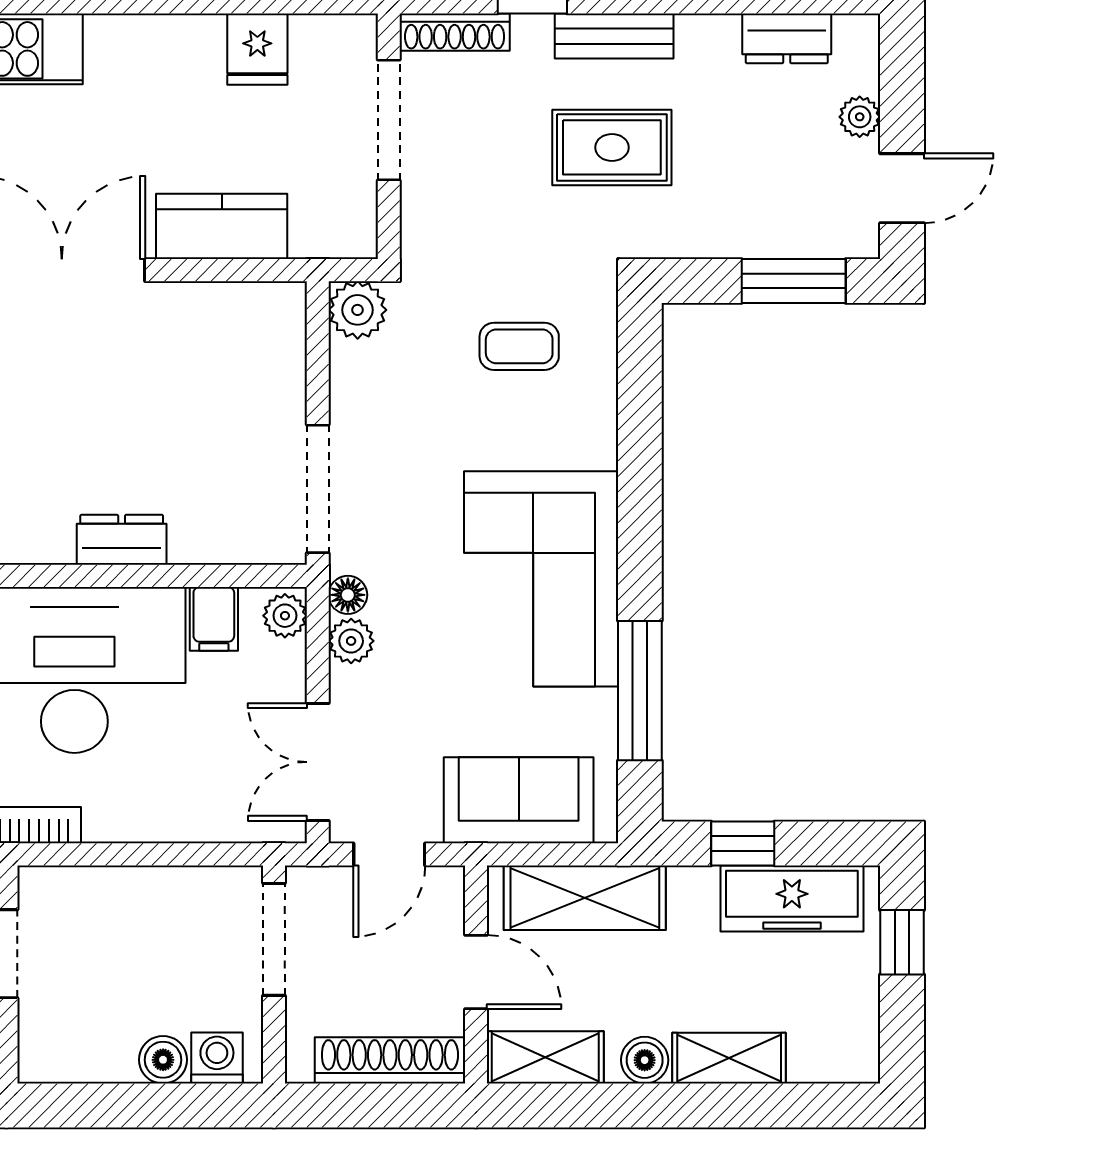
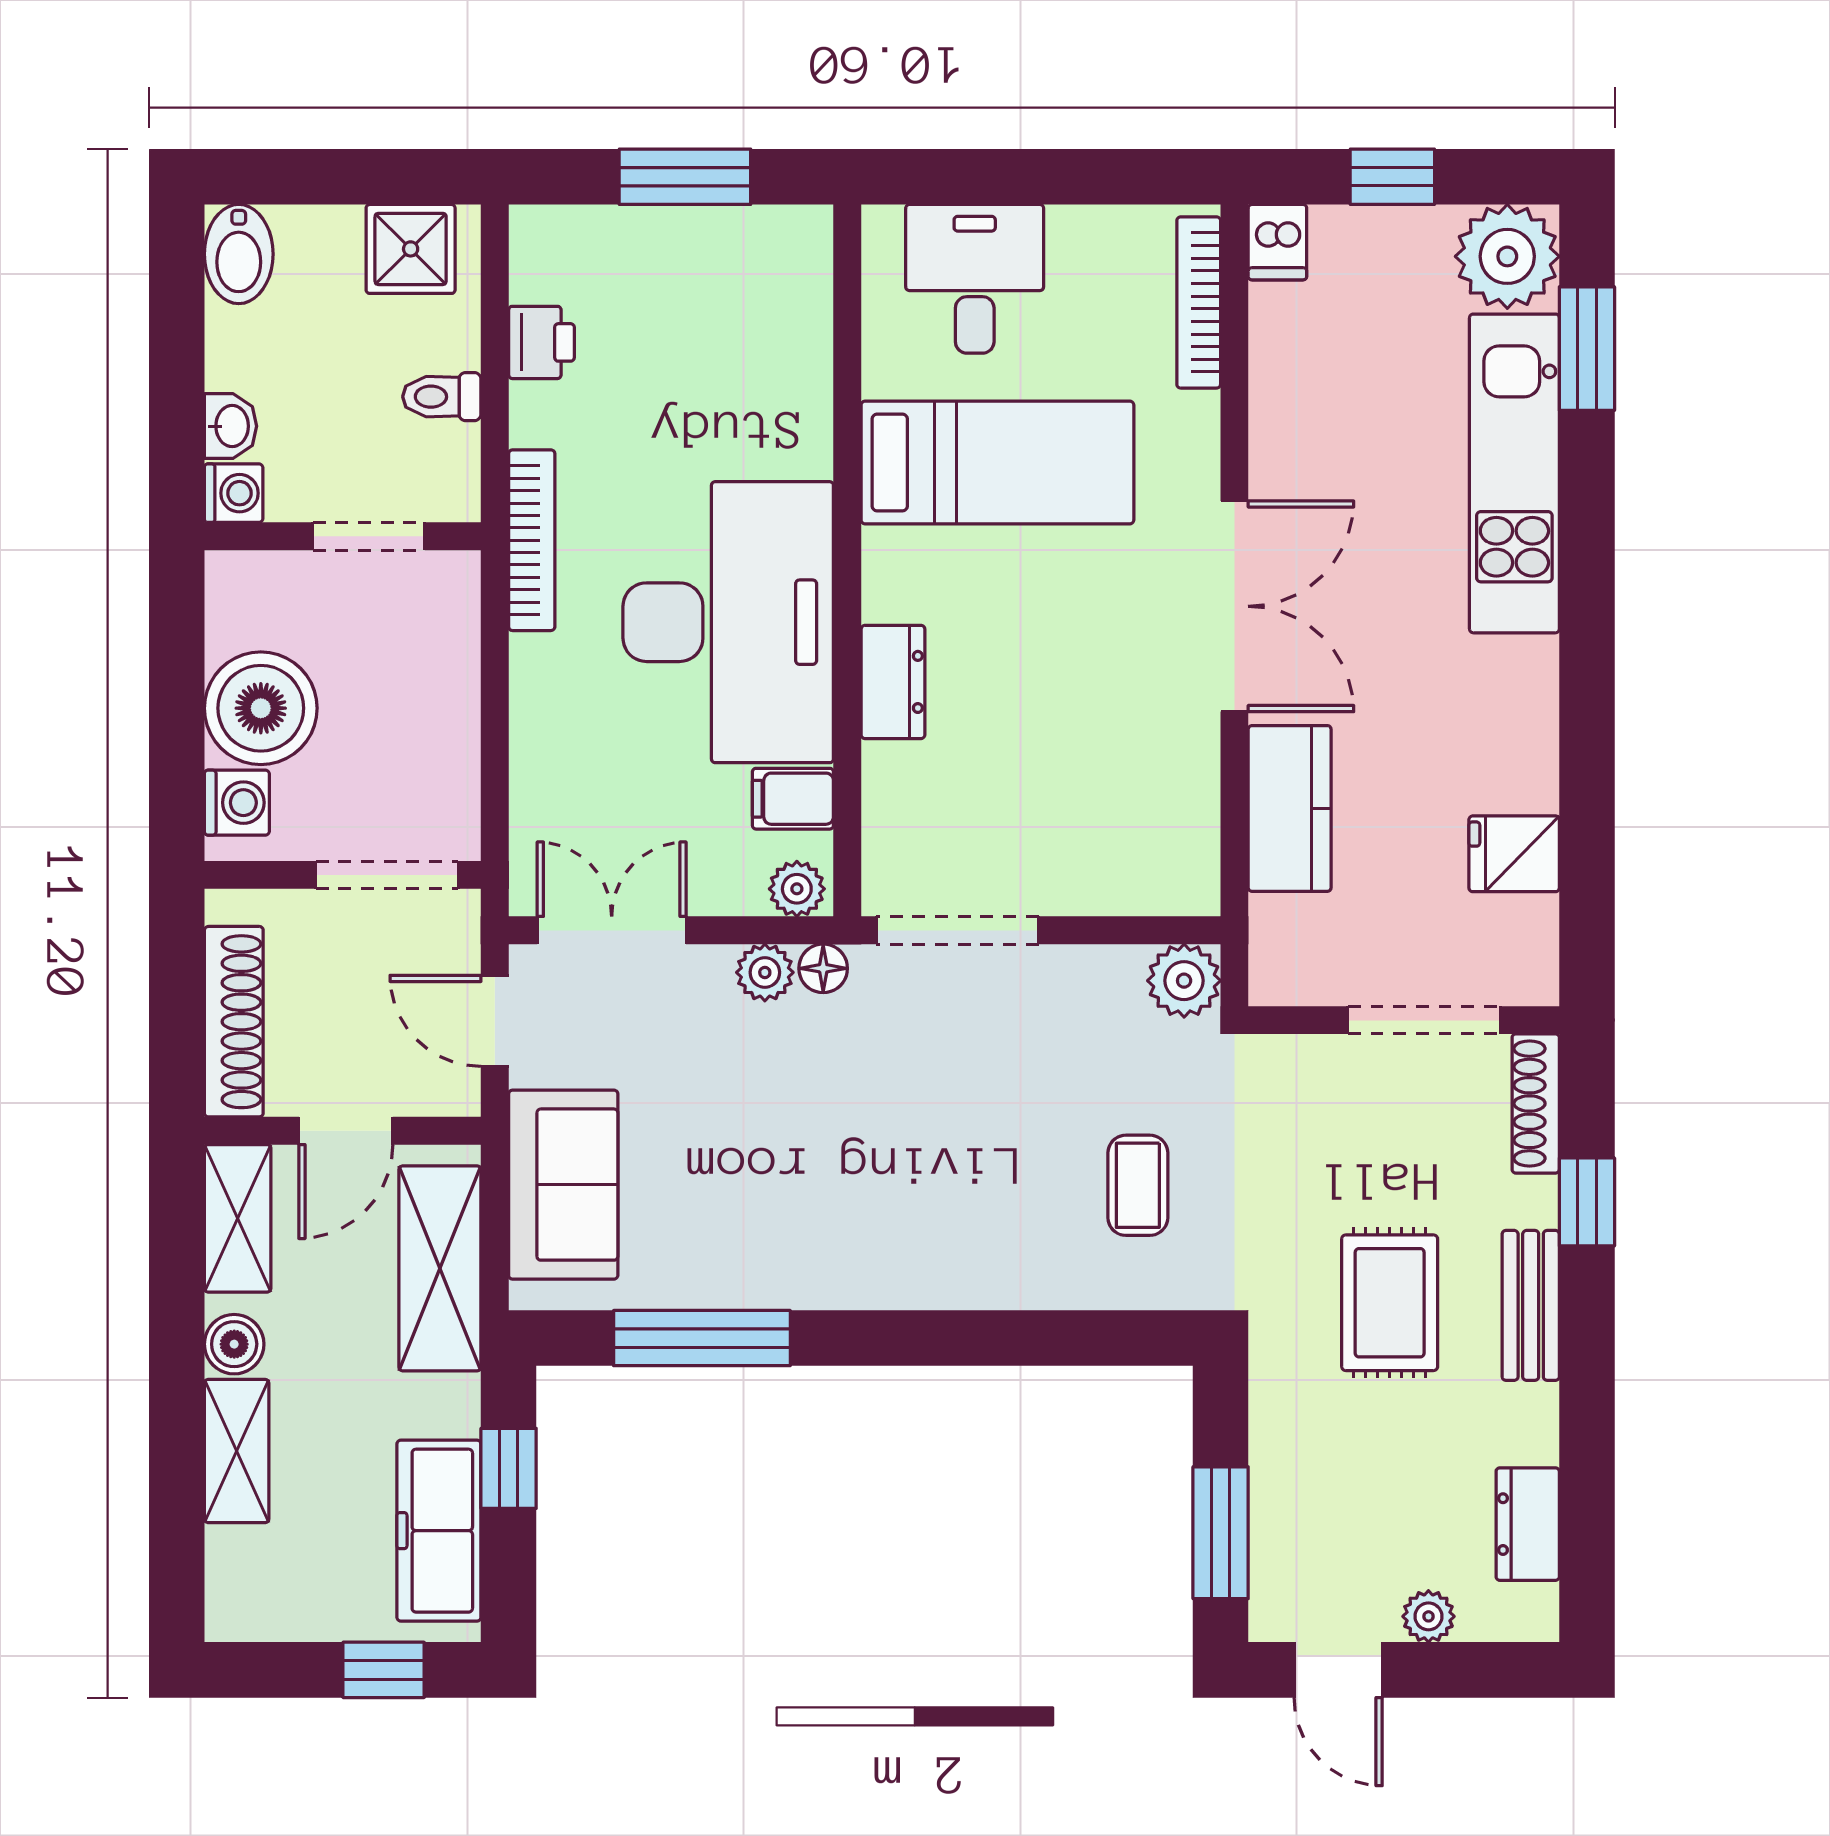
corner sofa: (541, 579) -> (844, 1213), removed
boiler: (163, 1060) -> (261, 708), width x1.86, depth x1.86

